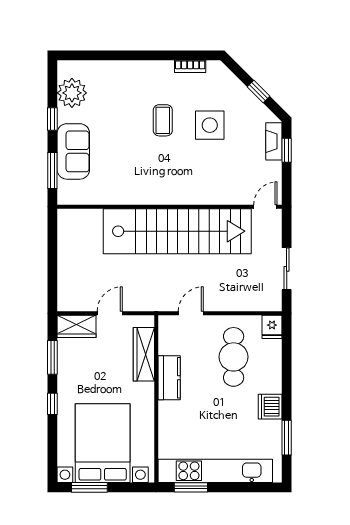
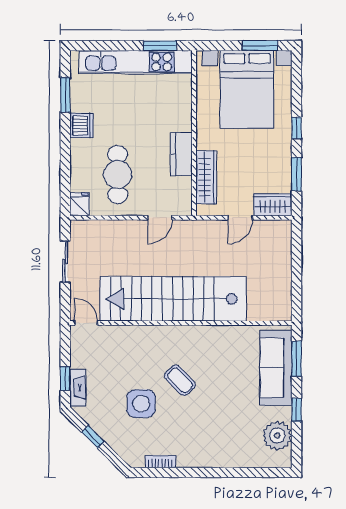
coffee table: (163, 120) -> (180, 380), moved, turned -44
sofa: (73, 151) -> (276, 368), width x1.36
door: (265, 207) -> (86, 323), swing flipped

